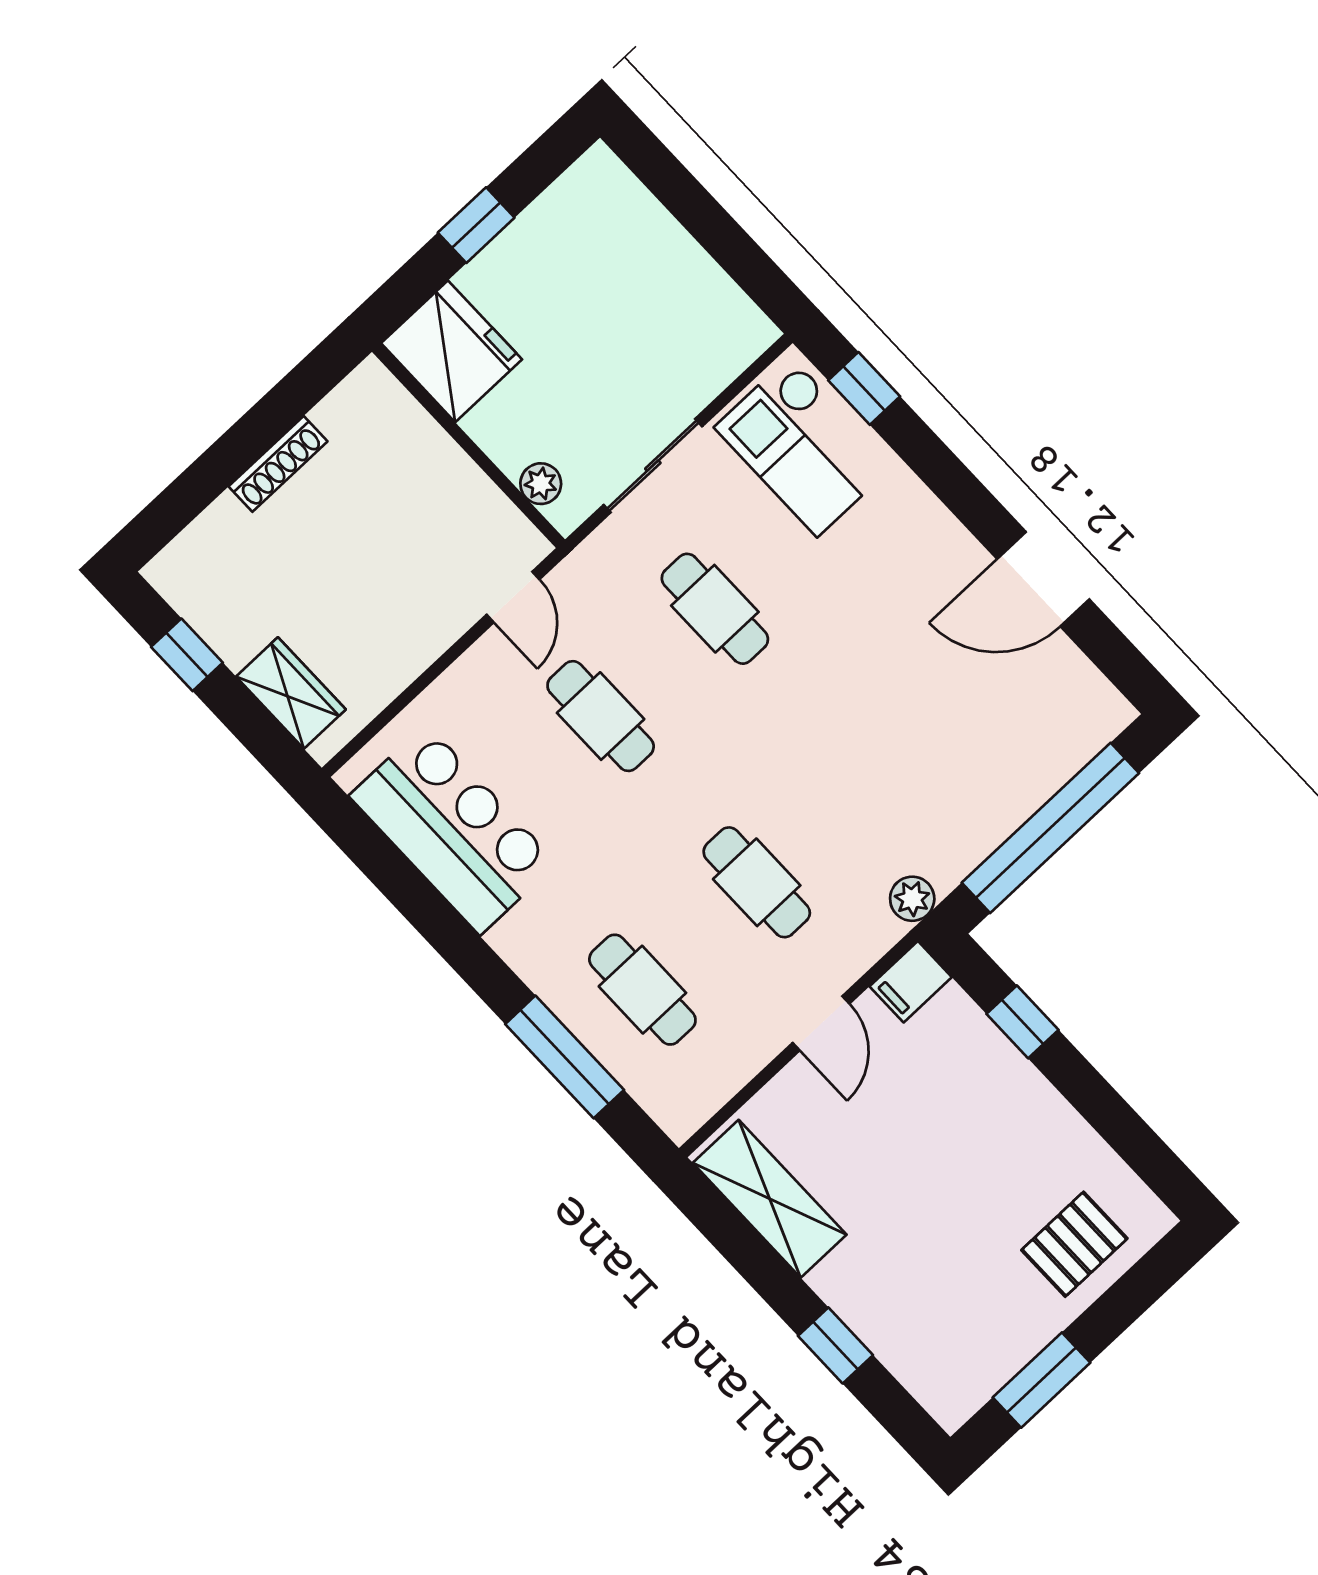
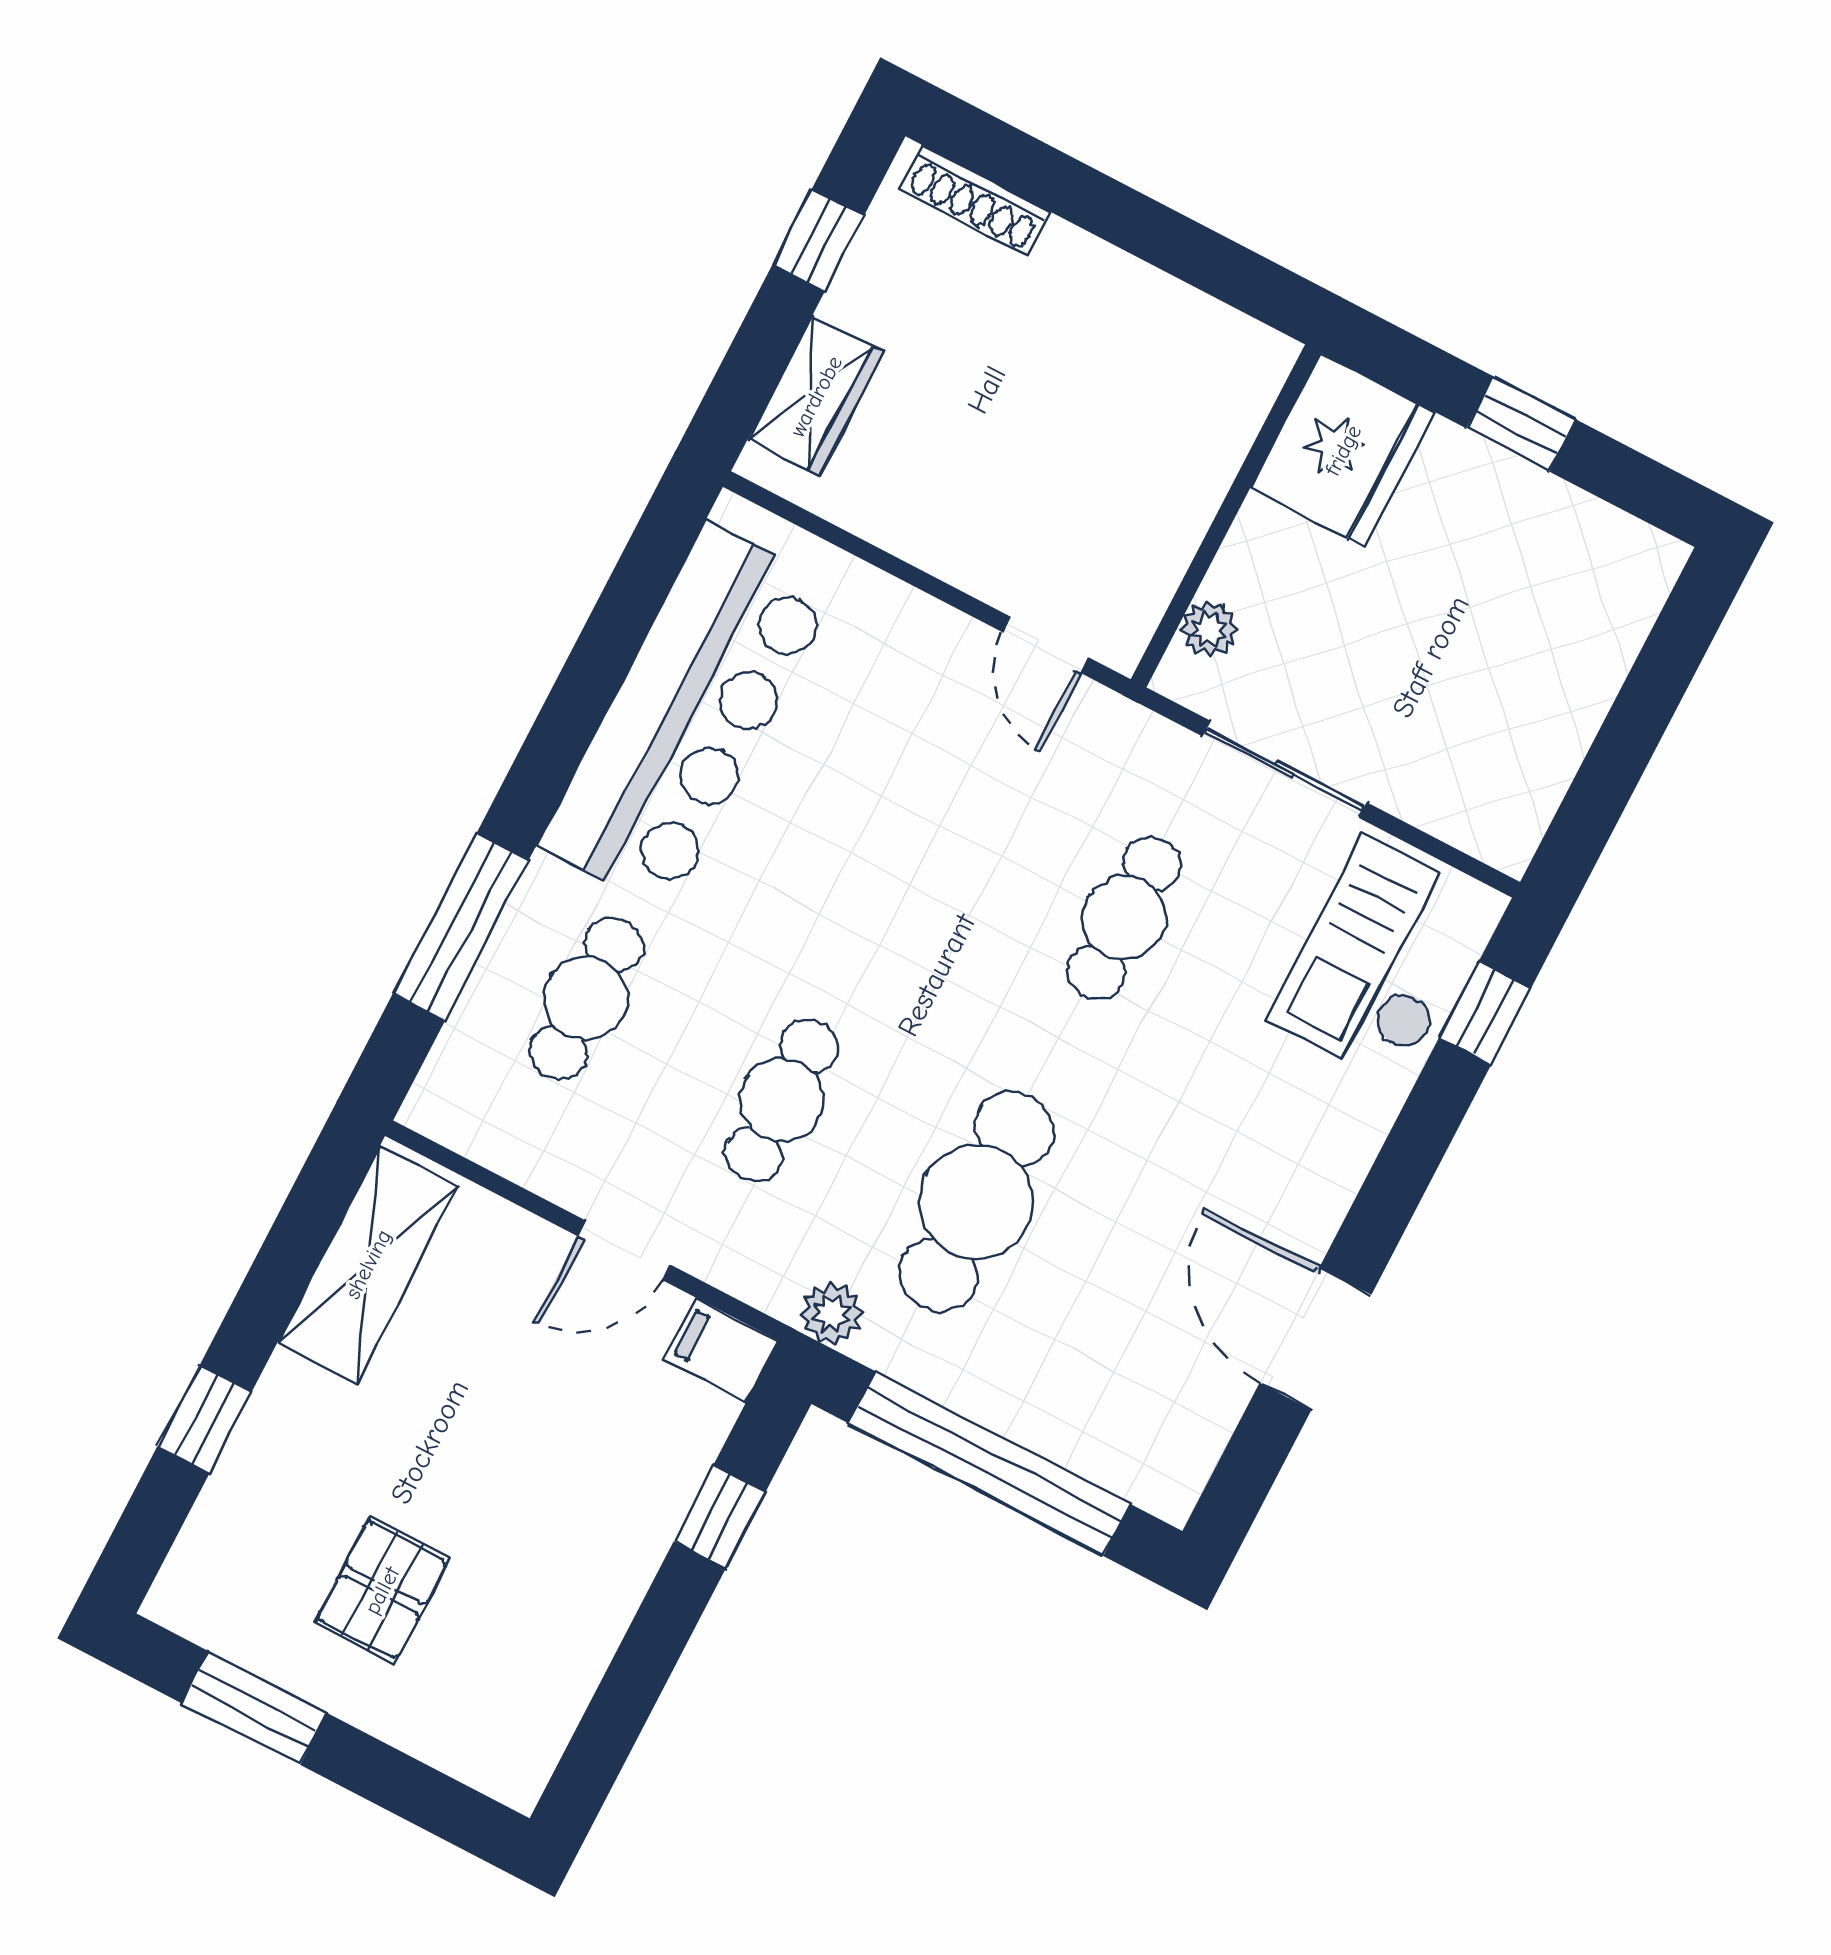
shoe rack: (278, 464) -> (975, 200), moved
door: (513, 597) -> (1046, 645), hinge flipped
cafe table: (601, 716) -> (976, 1202), moved, width x1.37, depth x1.35
bar counter: (453, 829) -> (688, 717), width x1.36
pallet: (1074, 1244) -> (382, 1590), moved, turned 90

